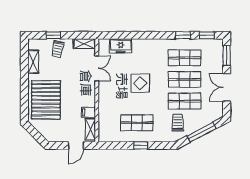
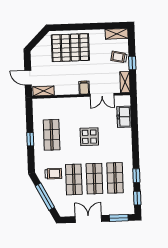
window: (53, 35) -> (132, 63), moved
shelving: (33, 62) -> (117, 34), moved
filing cabinet: (88, 112) -> (84, 88), moved

